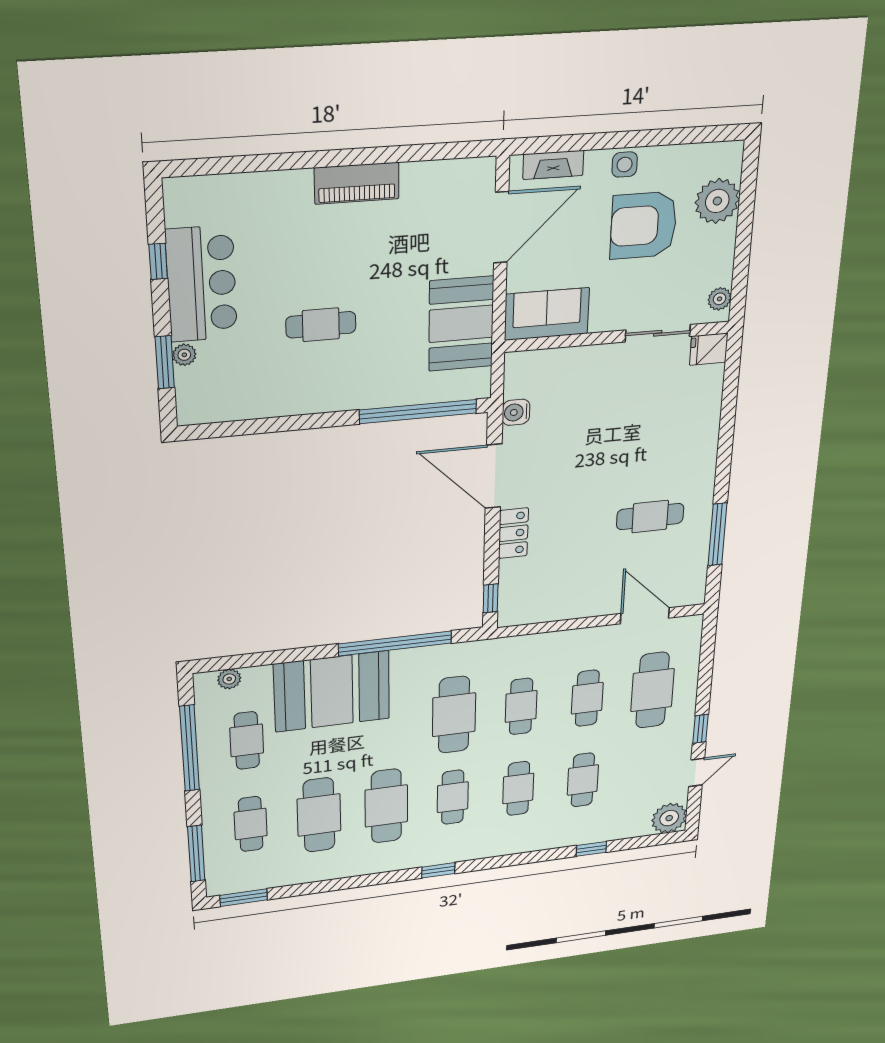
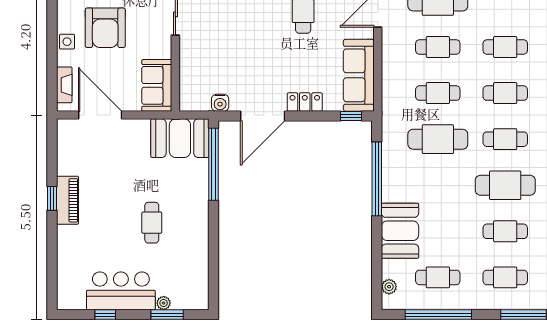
window: (360, 157) -> (52, 198), added
booth: (461, 324) -> (180, 138), moved
sofa: (551, 602) -> (359, 75), added
booth: (332, 691) -> (400, 231), width x0.73, depth x0.70
cafe table: (319, 815) -> (505, 231), width x0.73, depth x0.74

